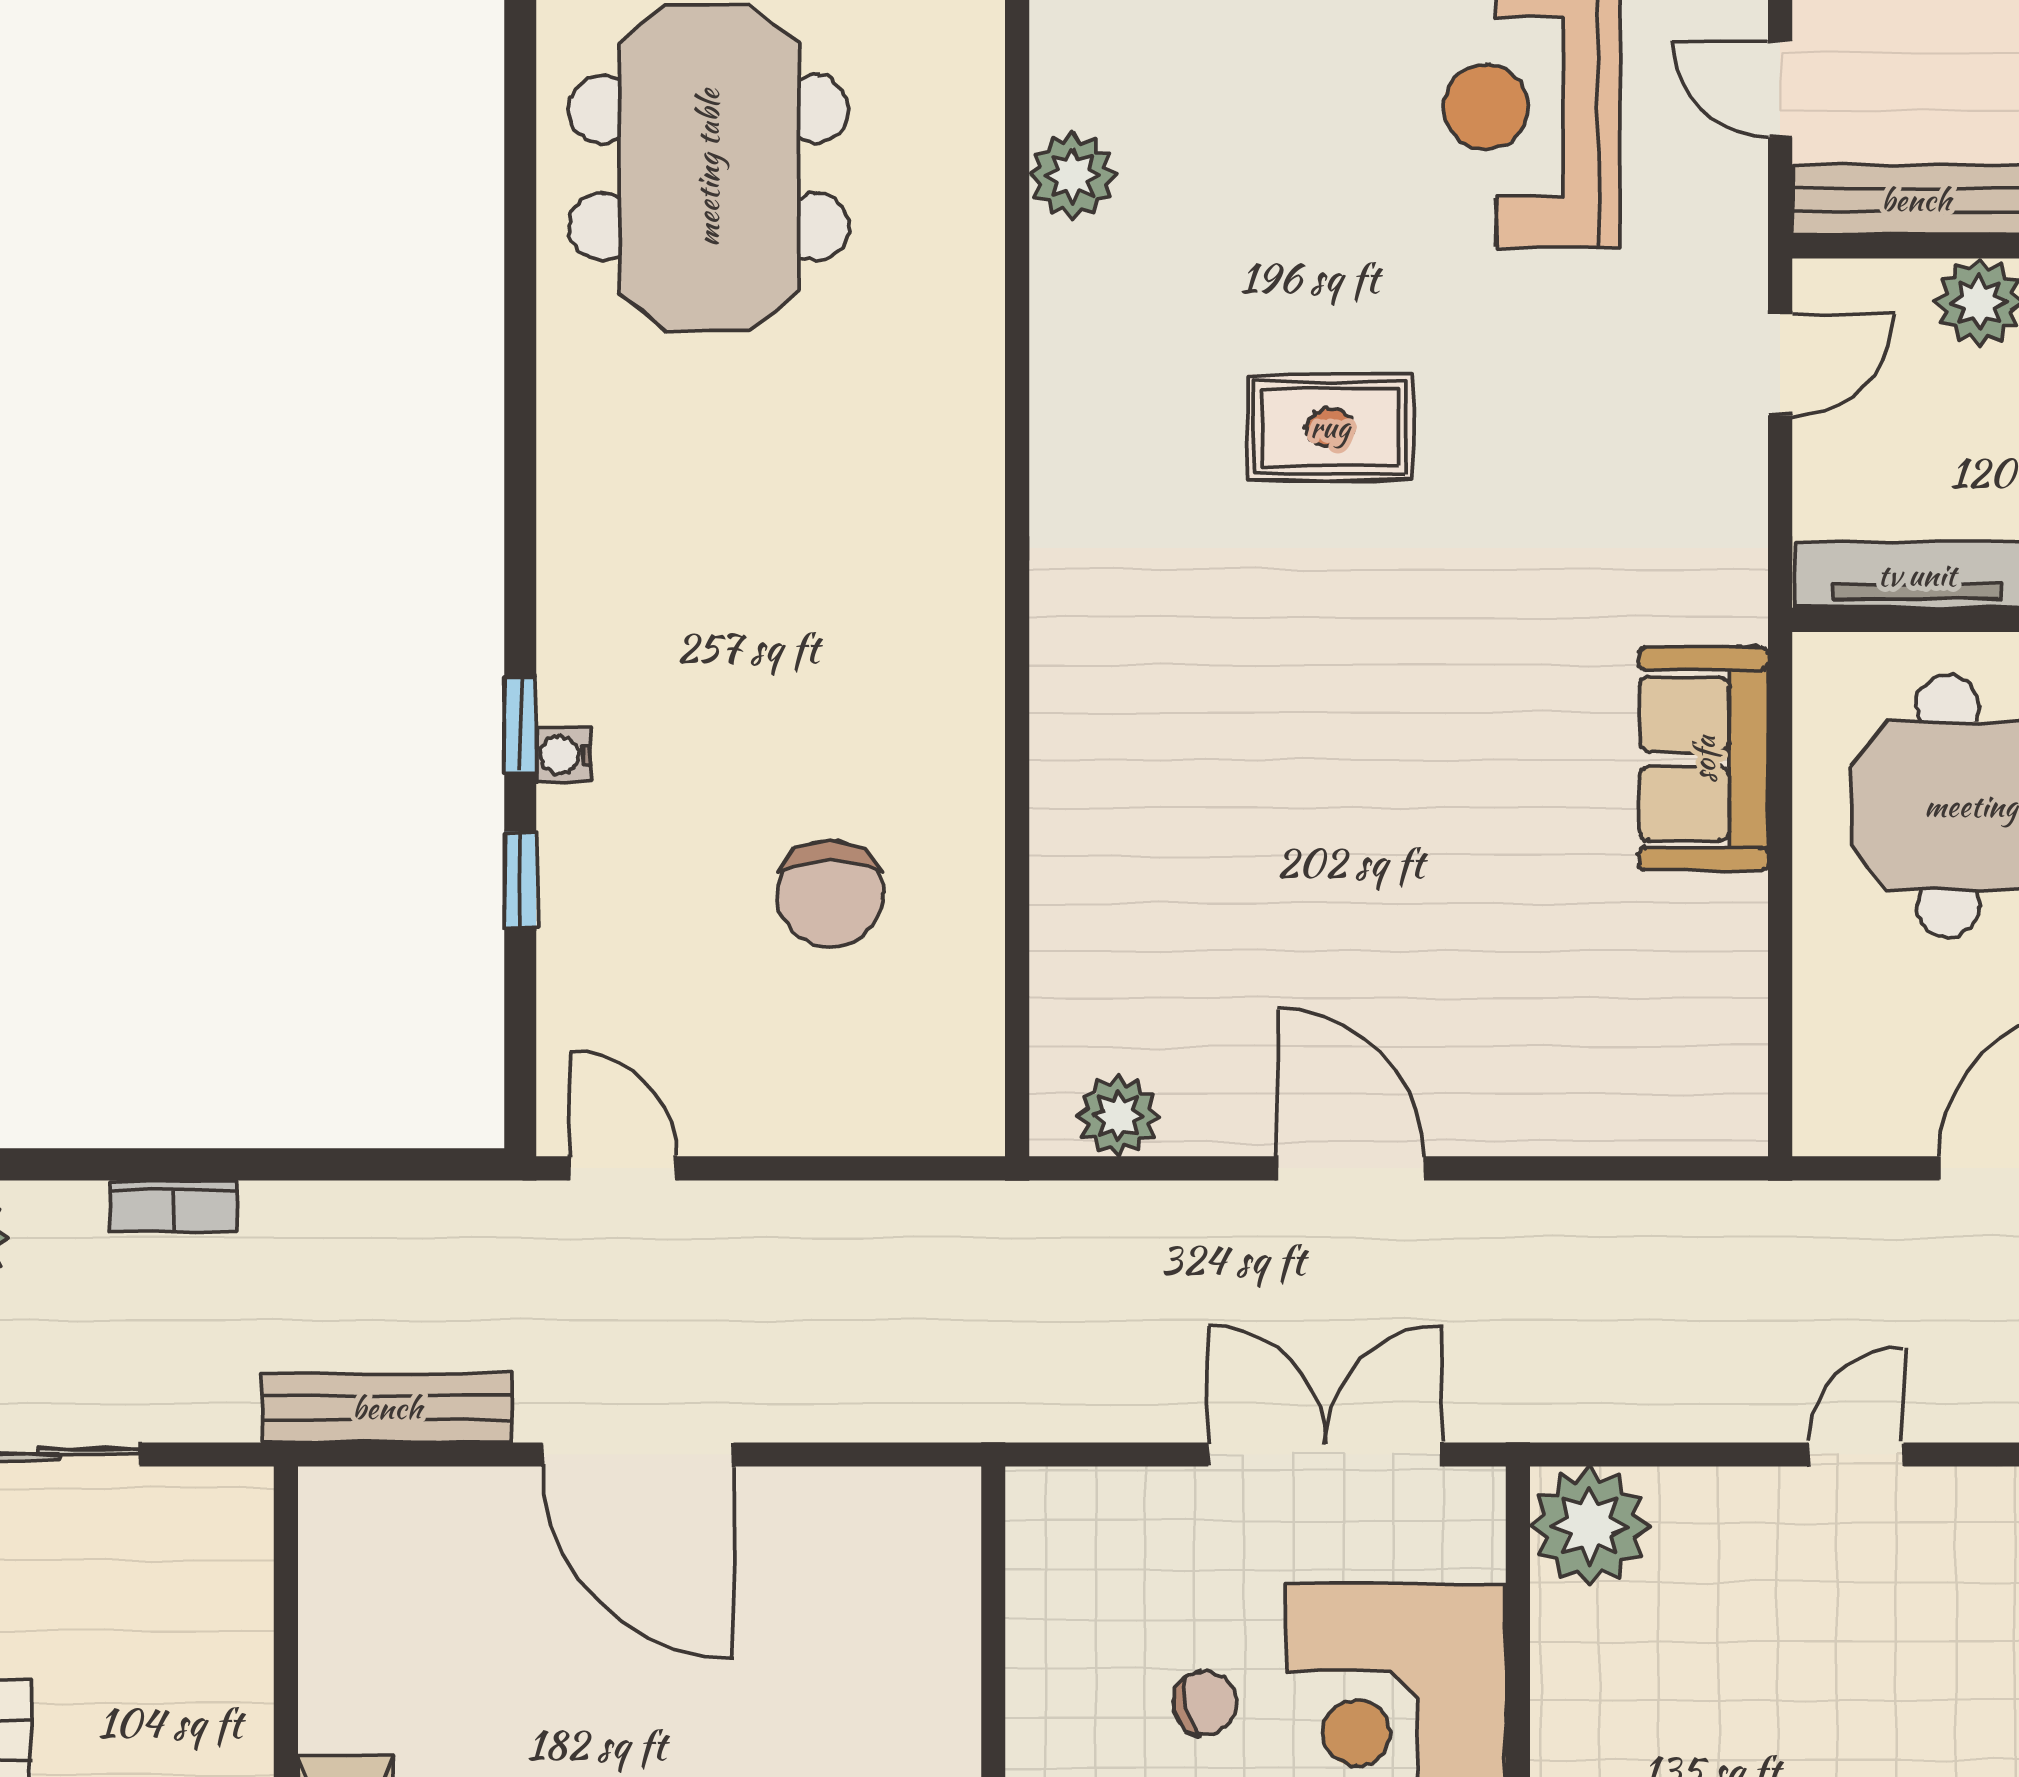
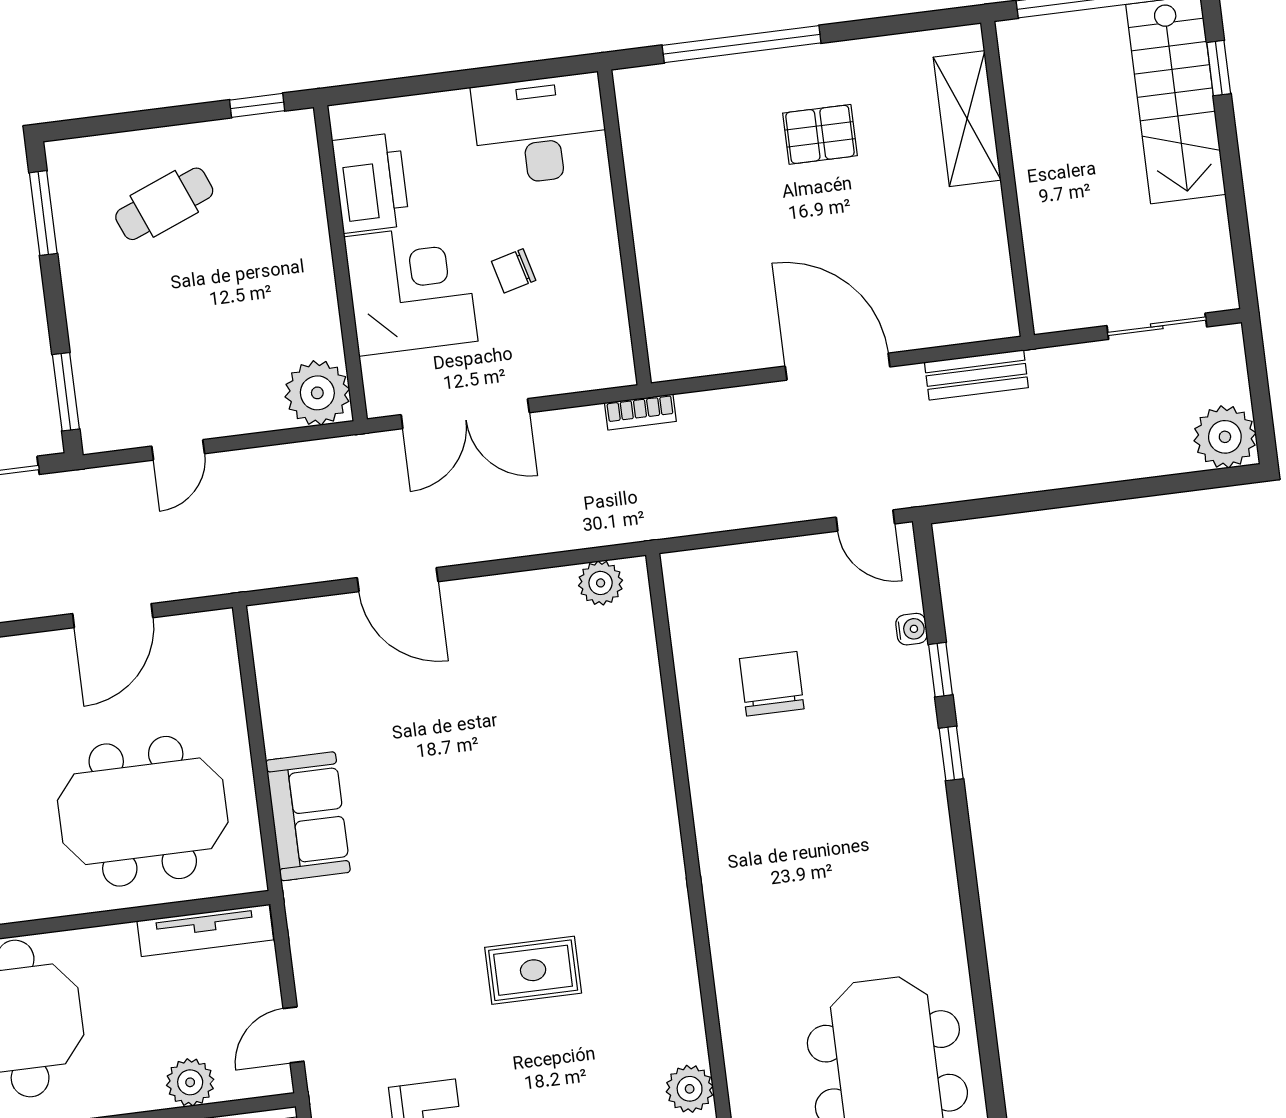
water cooler: (564, 755) -> (912, 629), moved
door: (1350, 1168) -> (398, 580), moved
bookcase: (173, 1206) -> (640, 412), moved, turned 180
bench: (387, 1408) -> (976, 375), width x0.73

